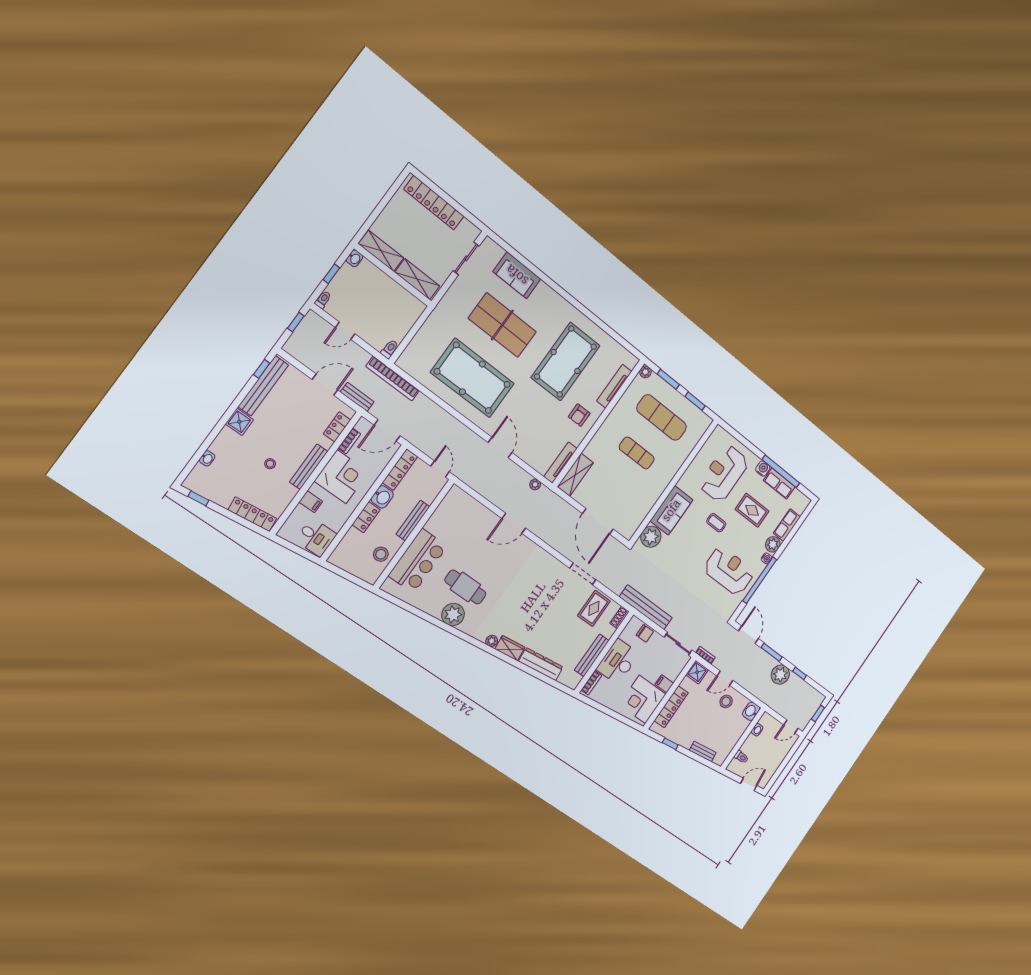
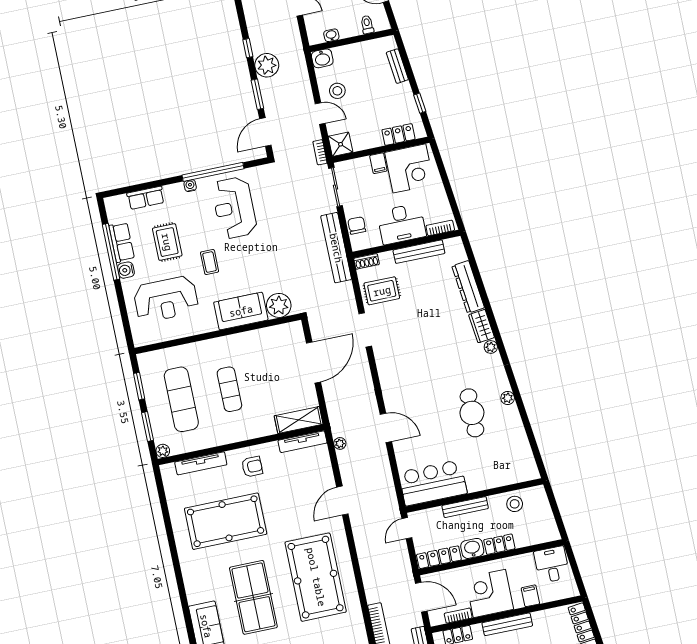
plant: (773, 544) -> (174, 193), removed
bar counter: (418, 561) -> (433, 483), moved
plant: (453, 615) -> (508, 398), width x0.53, depth x0.53
locker: (671, 707) -> (398, 135), width x0.66

